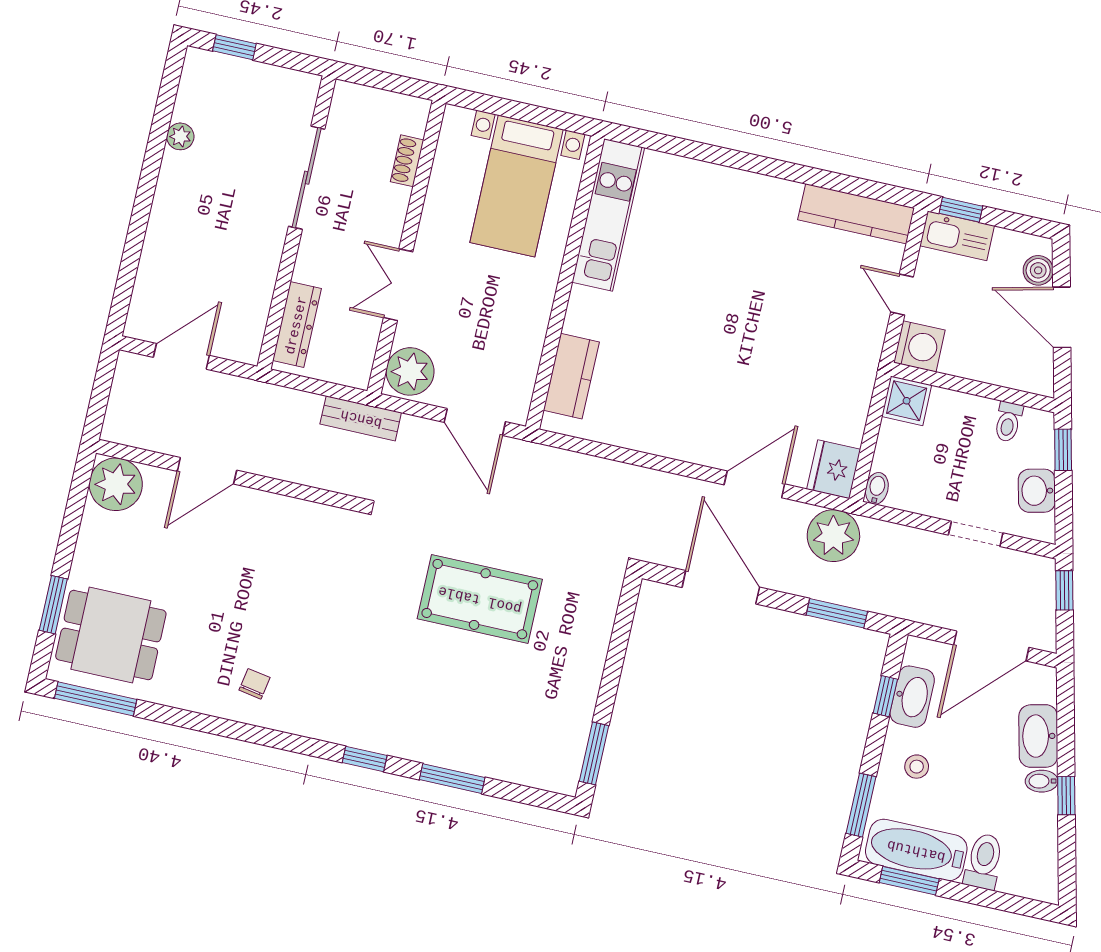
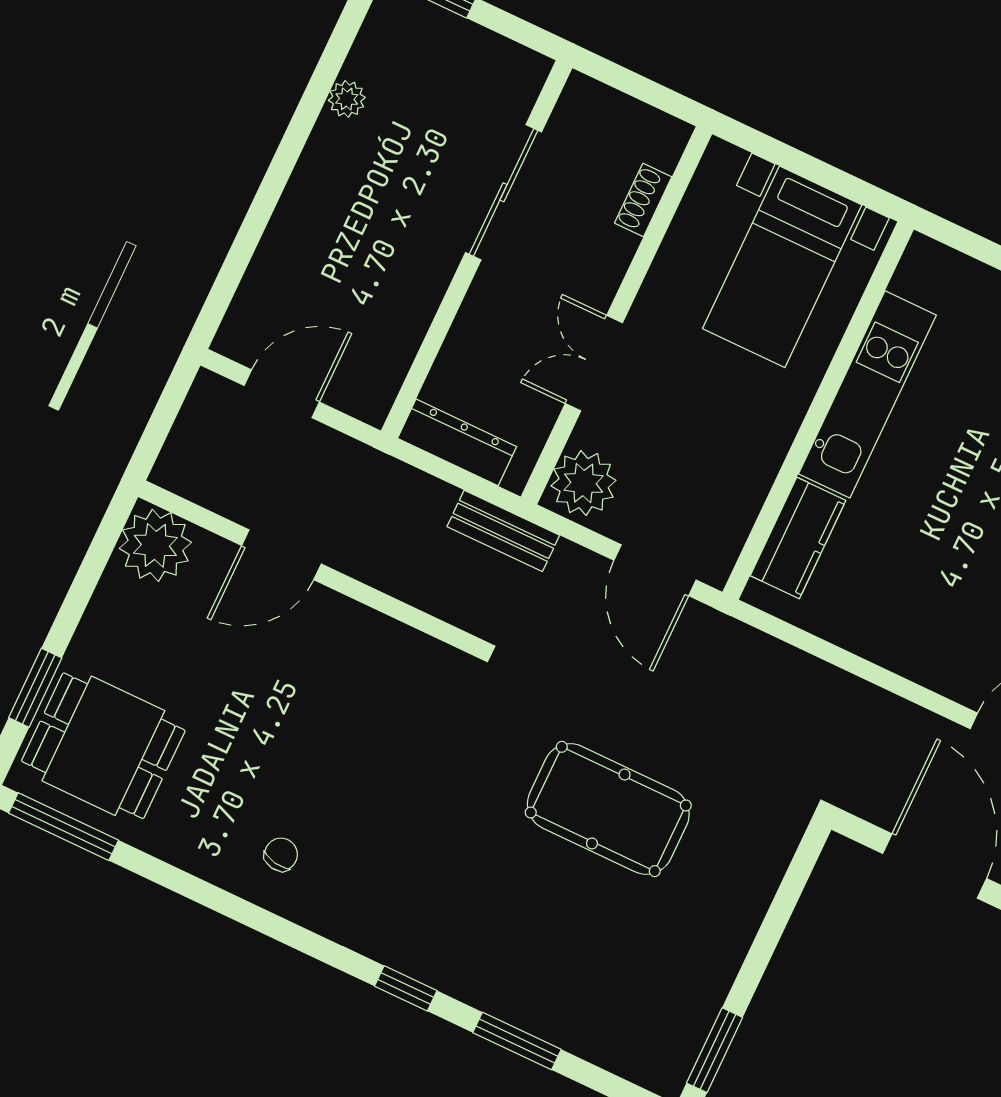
kitchen unit: (608, 215) -> (867, 394), moved
dresser: (297, 325) -> (457, 442), moved, turned -90

